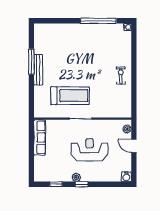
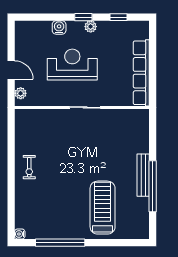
window: (31, 62) -> (153, 186), width x1.46
treadmill: (70, 96) -> (103, 208), moved, turned 90
row of seats: (40, 137) -> (141, 73), width x1.36
reception desk: (90, 150) -> (72, 65), turned 180
water cooler: (126, 177) -> (59, 27), moved

